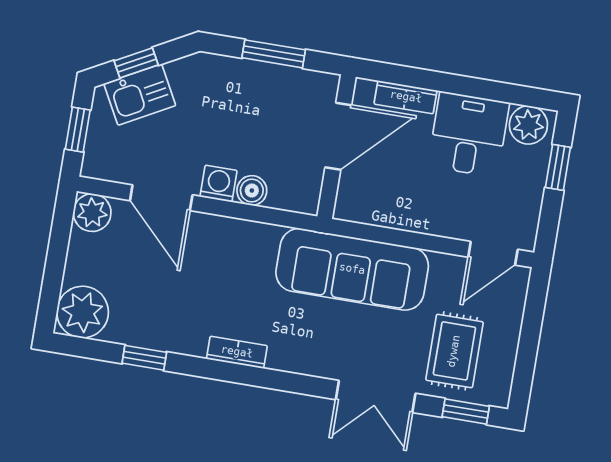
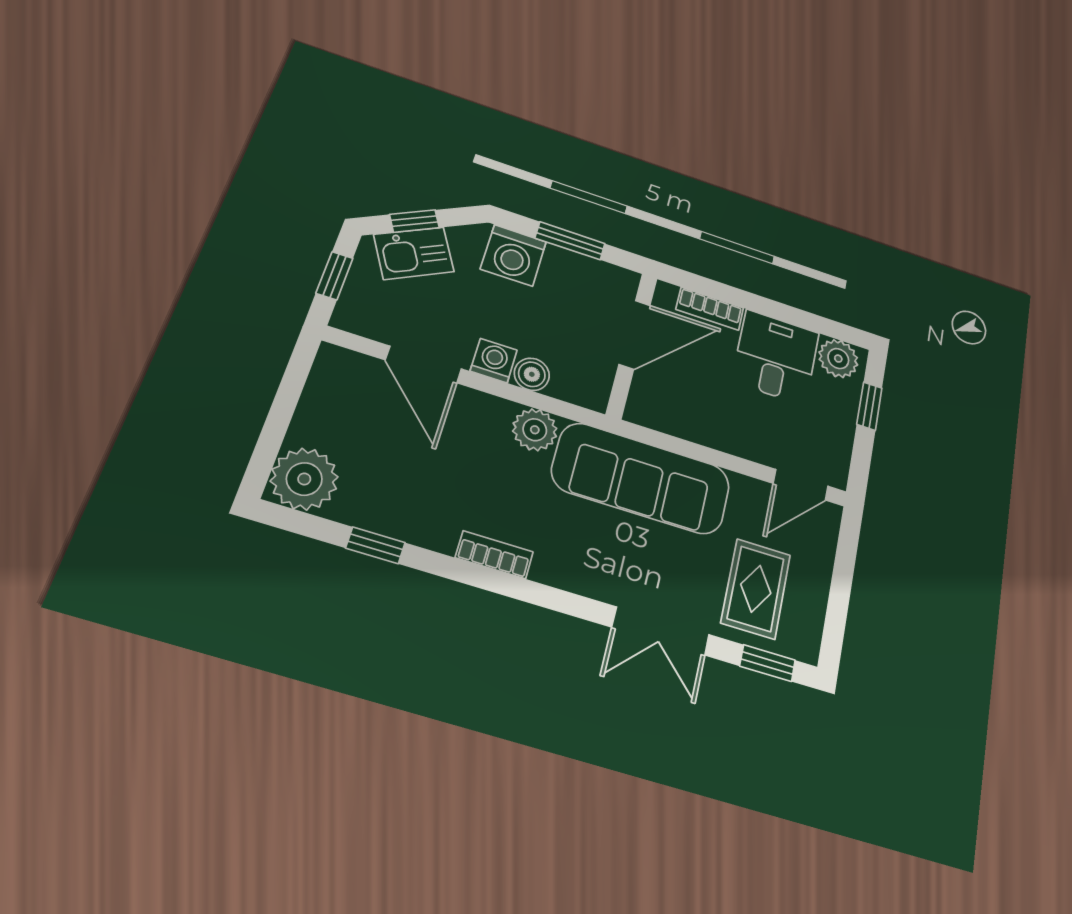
washing machine: (225, 79) -> (513, 255), added
plant: (92, 213) -> (535, 430), moved

